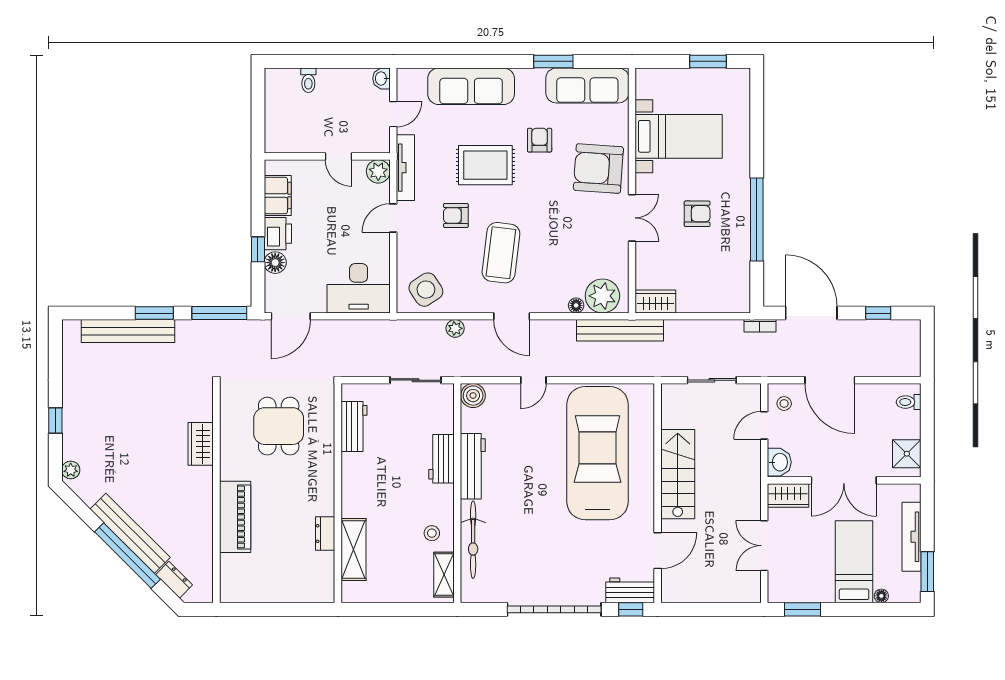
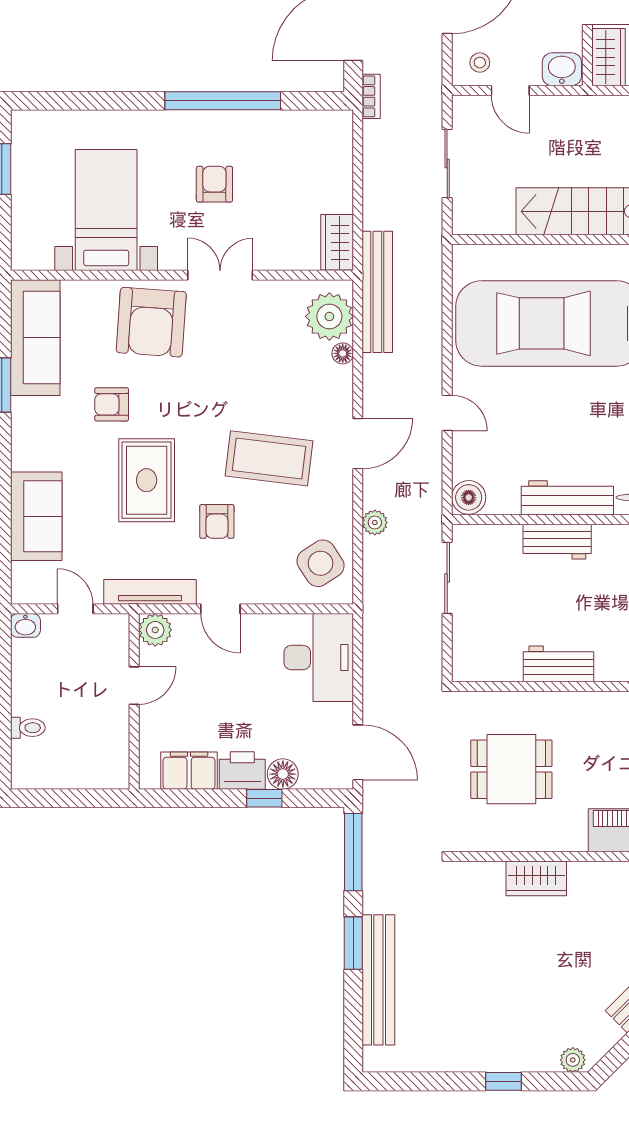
sofa: (471, 86) -> (36, 516), width x0.73
workbench: (354, 426) -> (558, 664), moved

